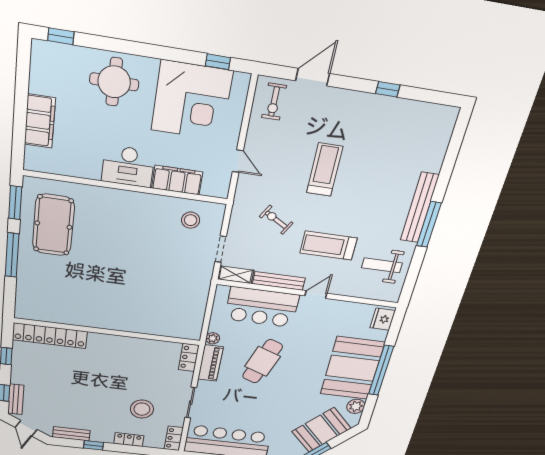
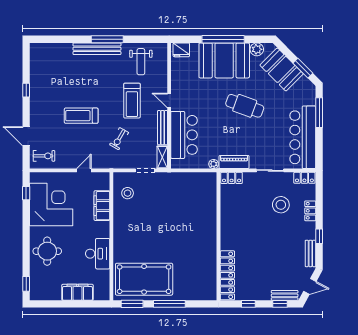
desk: (128, 166) -> (98, 254), moved
pool table: (53, 225) -> (144, 279), width x1.36, depth x1.32
cafe table: (263, 361) -> (245, 106), moved

